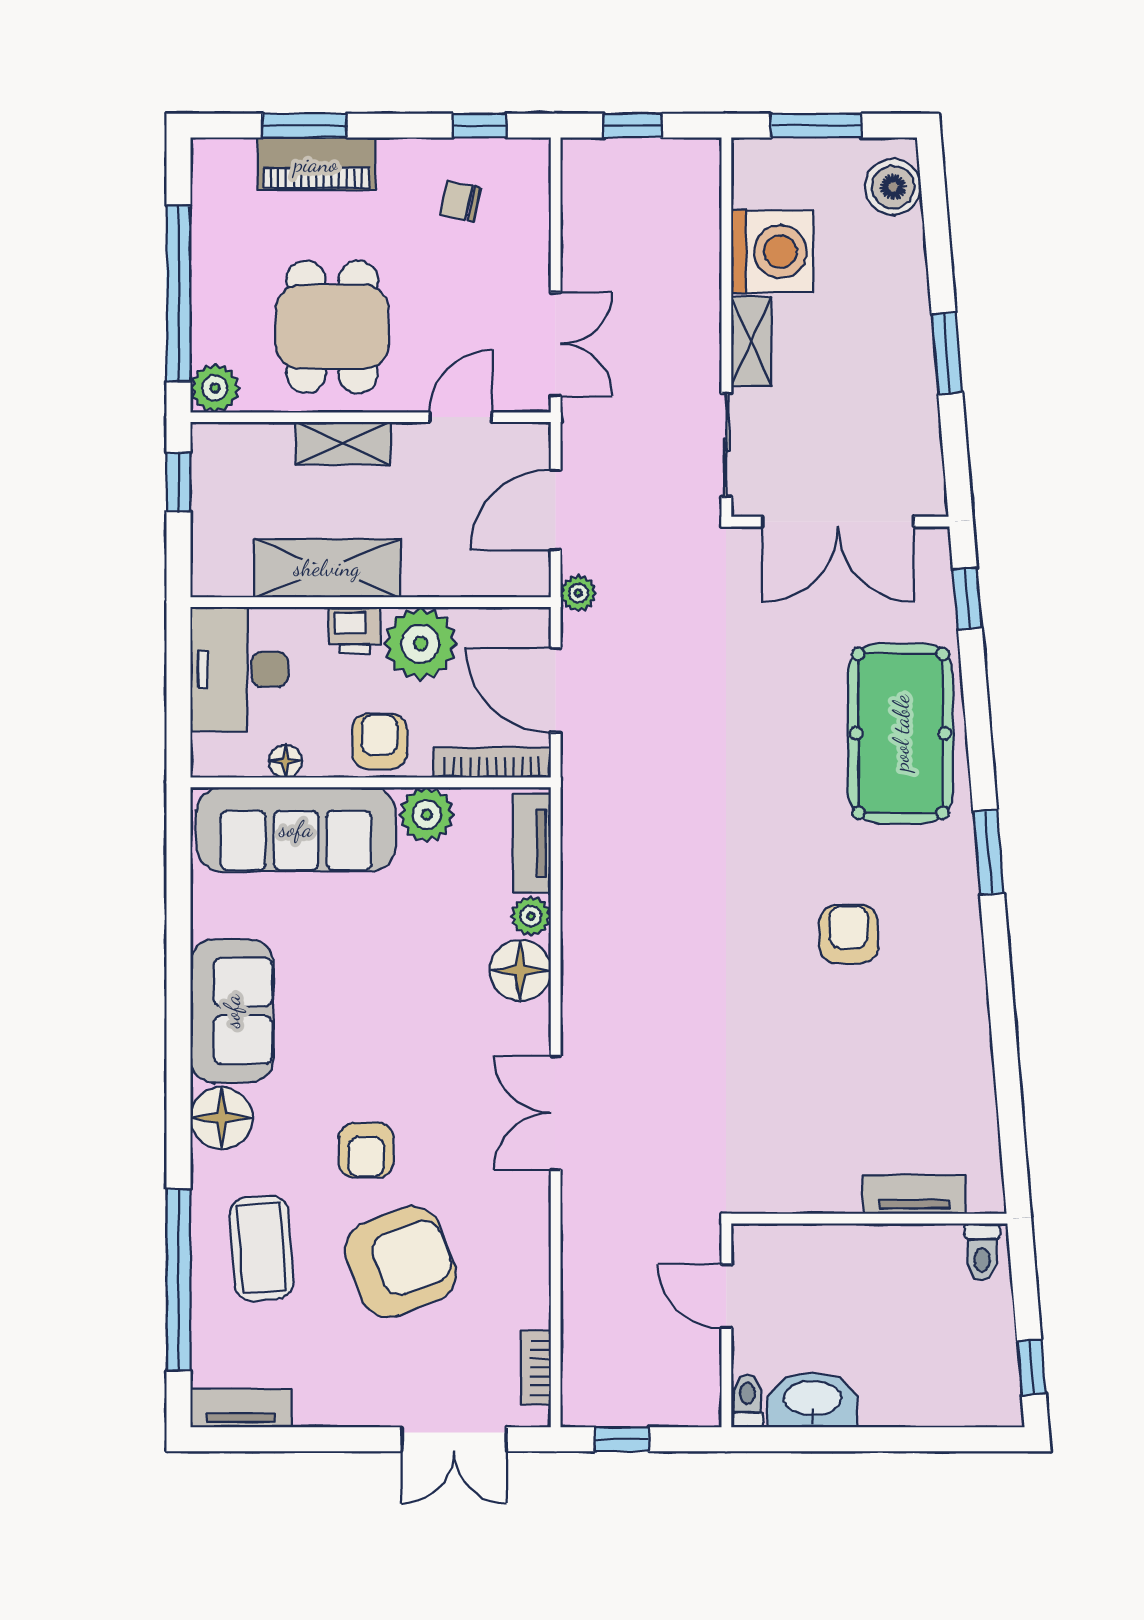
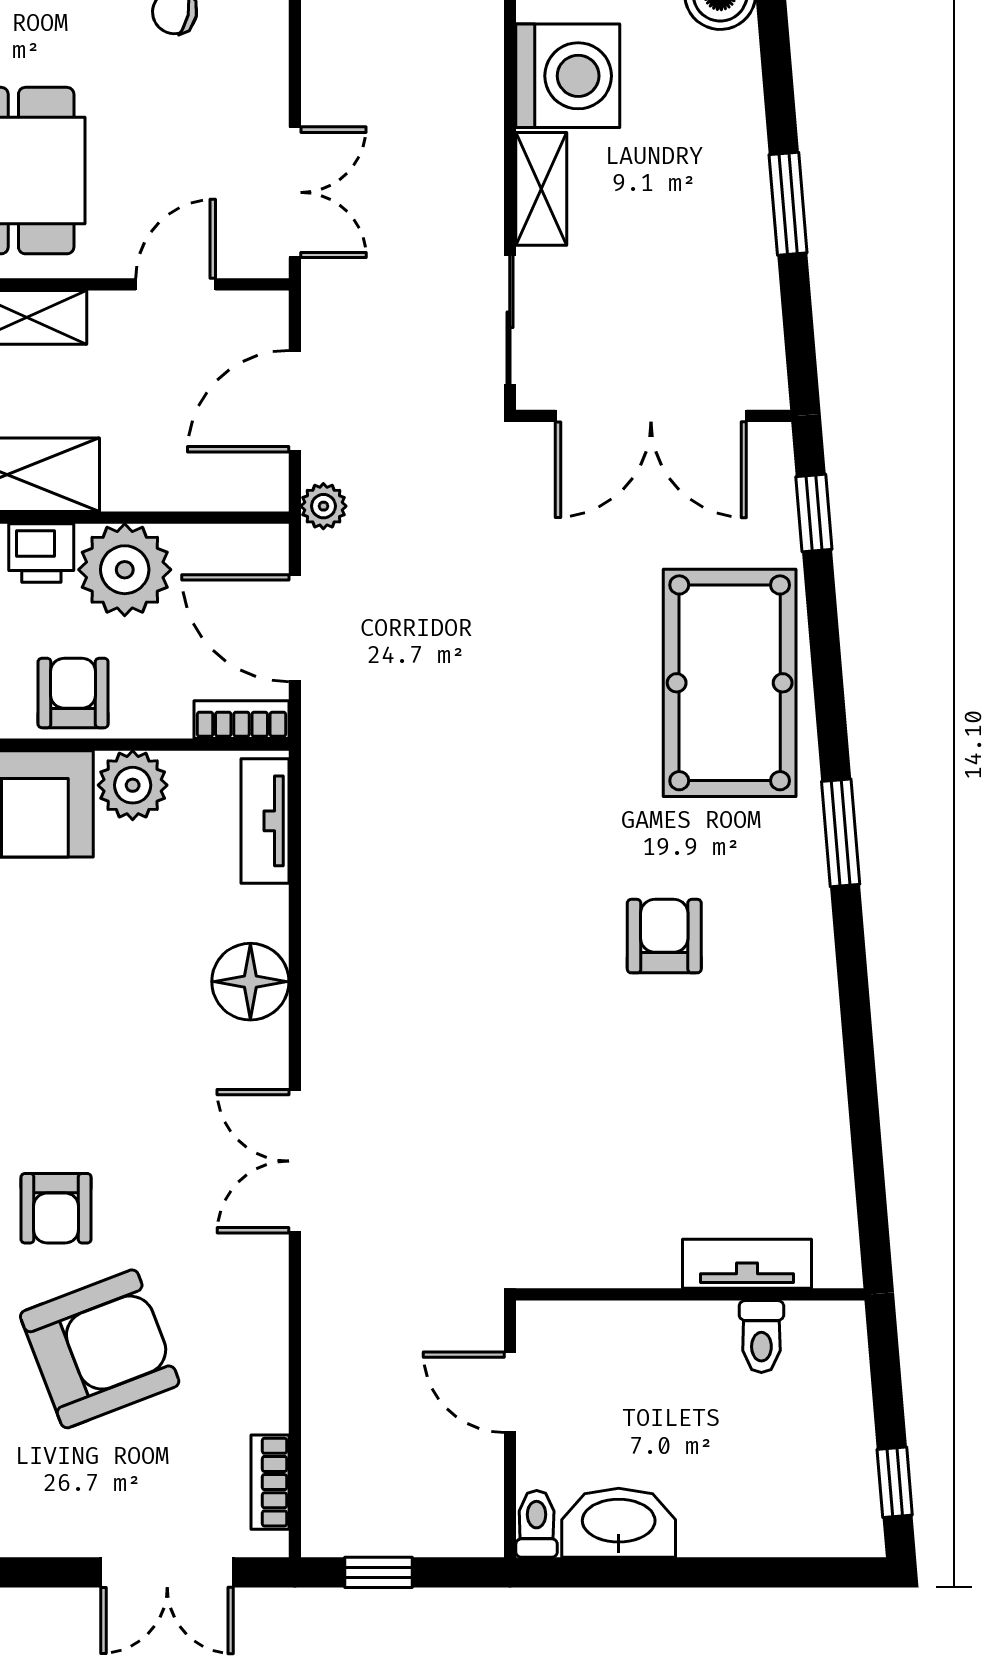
bookcase: (492, 763) -> (241, 720), width x0.64
plant: (531, 916) -> (264, 913), removed
toilet: (982, 1252) -> (761, 1337), moved

